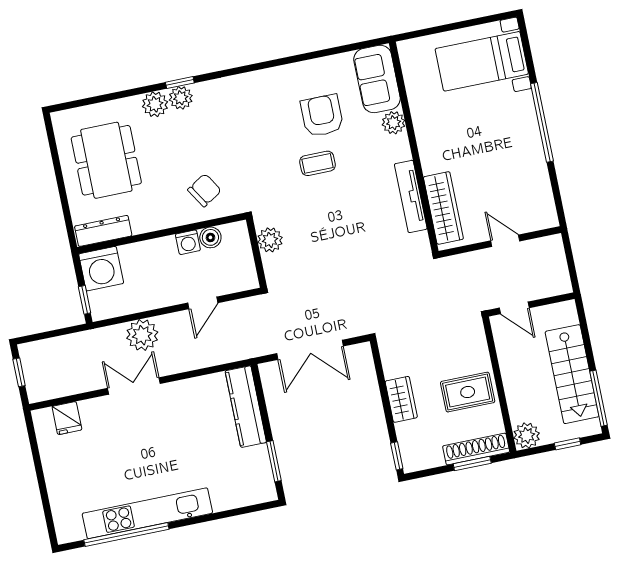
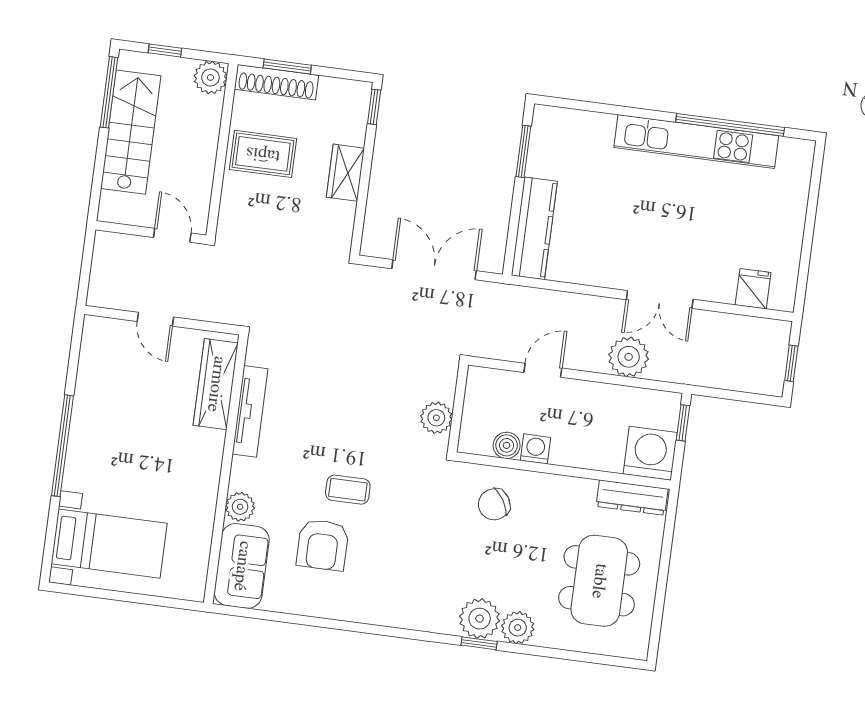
plant: (181, 98) -> (480, 619), width x1.36, depth x1.36

